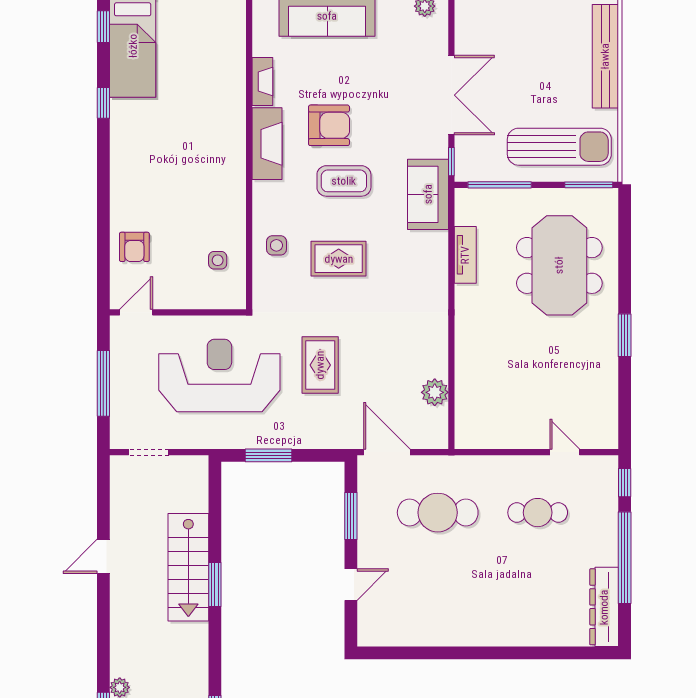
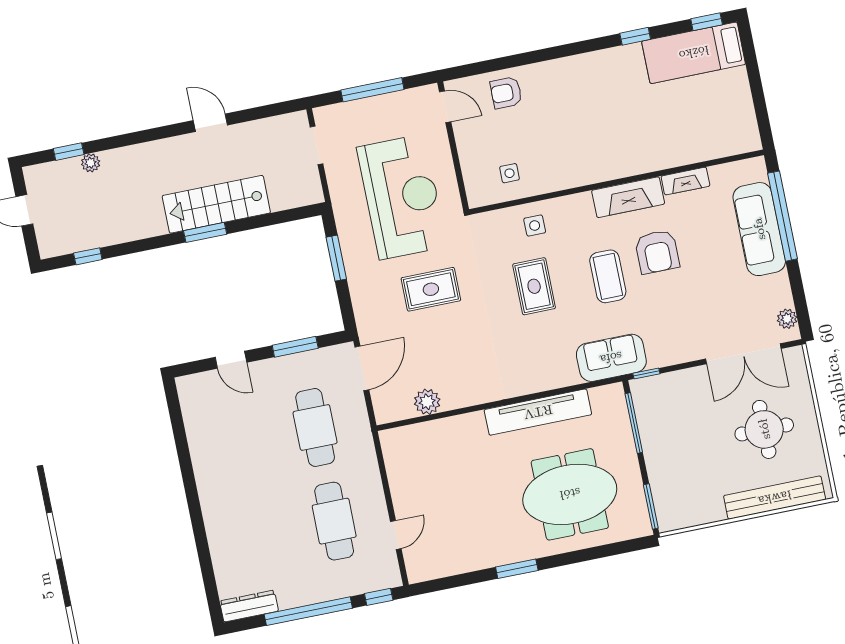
round table: (533, 53) -> (764, 429), added
double door: (451, 95) -> (743, 354), moved
sun lounger: (559, 147) -> (681, 472), removed
tv unit: (465, 255) -> (538, 412), width x1.92, depth x1.29
cafe table: (538, 513) -> (334, 521), width x1.37, depth x1.35
dresser: (604, 607) -> (249, 606), width x0.73, depth x0.80

